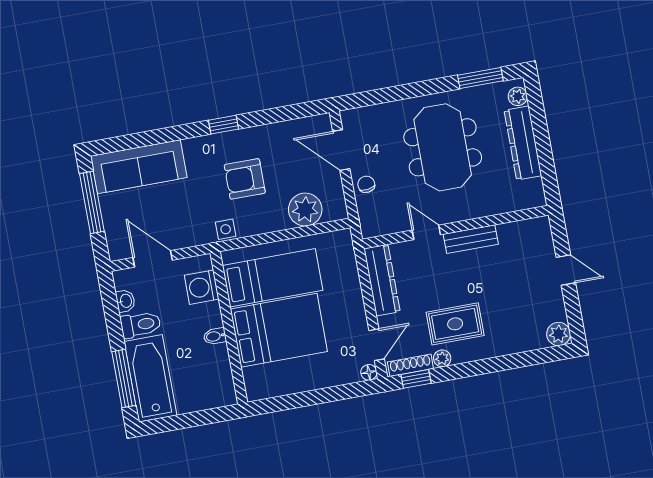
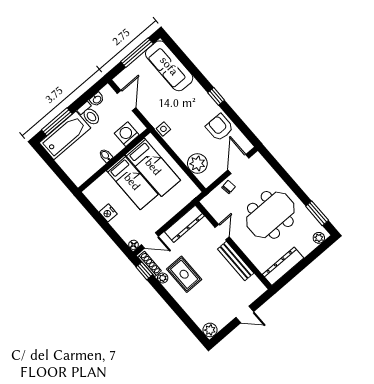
dresser: (523, 143) -> (283, 266), moved
armchair: (245, 179) -> (220, 127), moved
bench: (471, 239) -> (236, 261), width x1.36
door: (566, 270) -> (245, 314), hinge flipped
bed: (279, 330) -> (132, 182), width x0.67
nightstand: (301, 382) -> (108, 213), added

